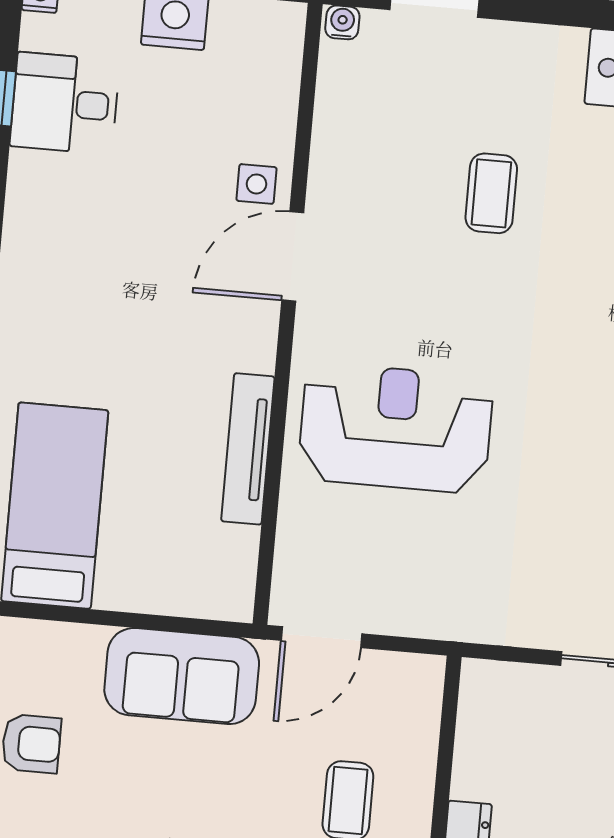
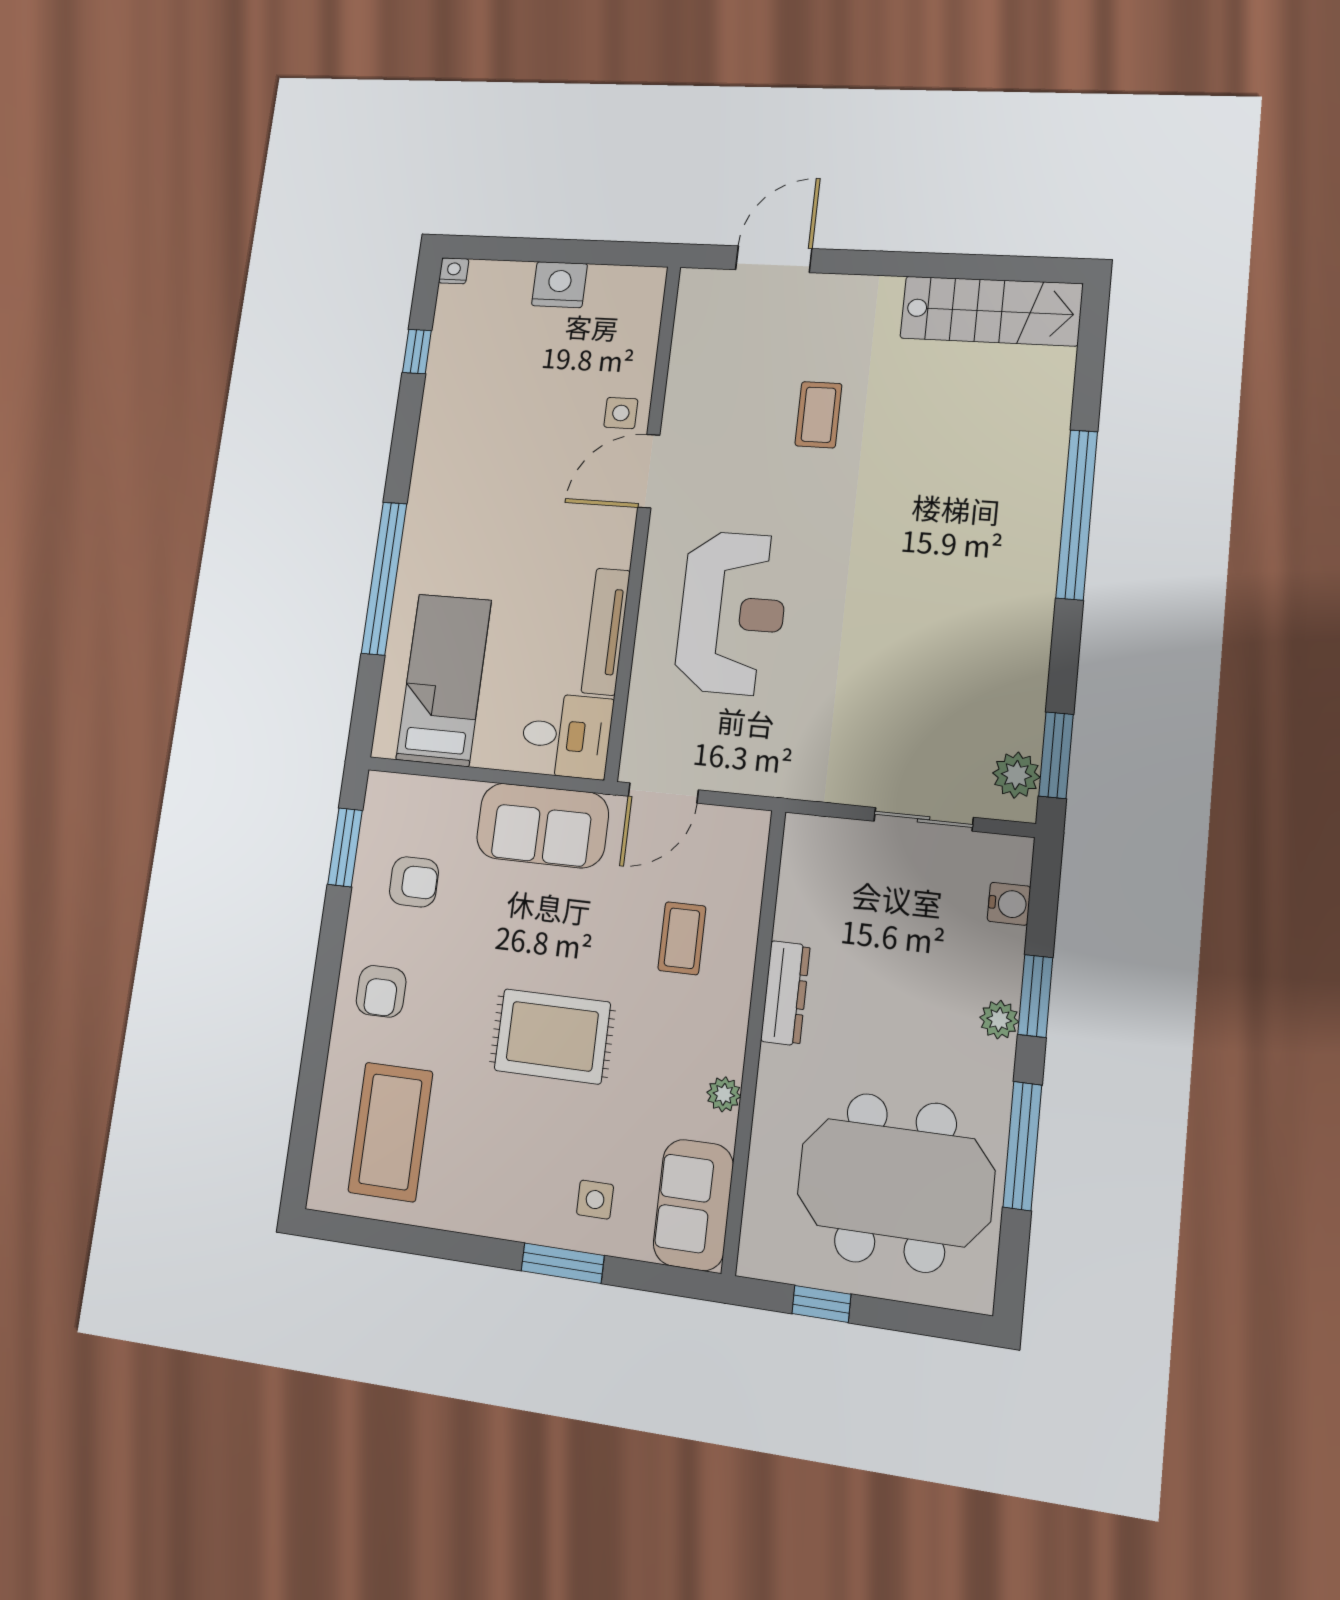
water cooler: (342, 22) -> (696, 281), removed
desk: (65, 103) -> (566, 736), moved, turned 180
reception desk: (396, 428) -> (732, 613), turned 90

